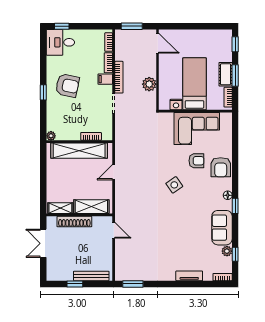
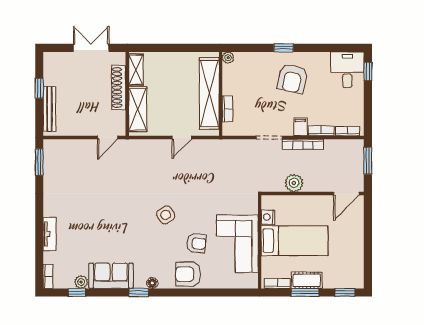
armchair: (196, 161) -> (196, 243), turned -84
door: (114, 172) -> (182, 137), swing flipped

